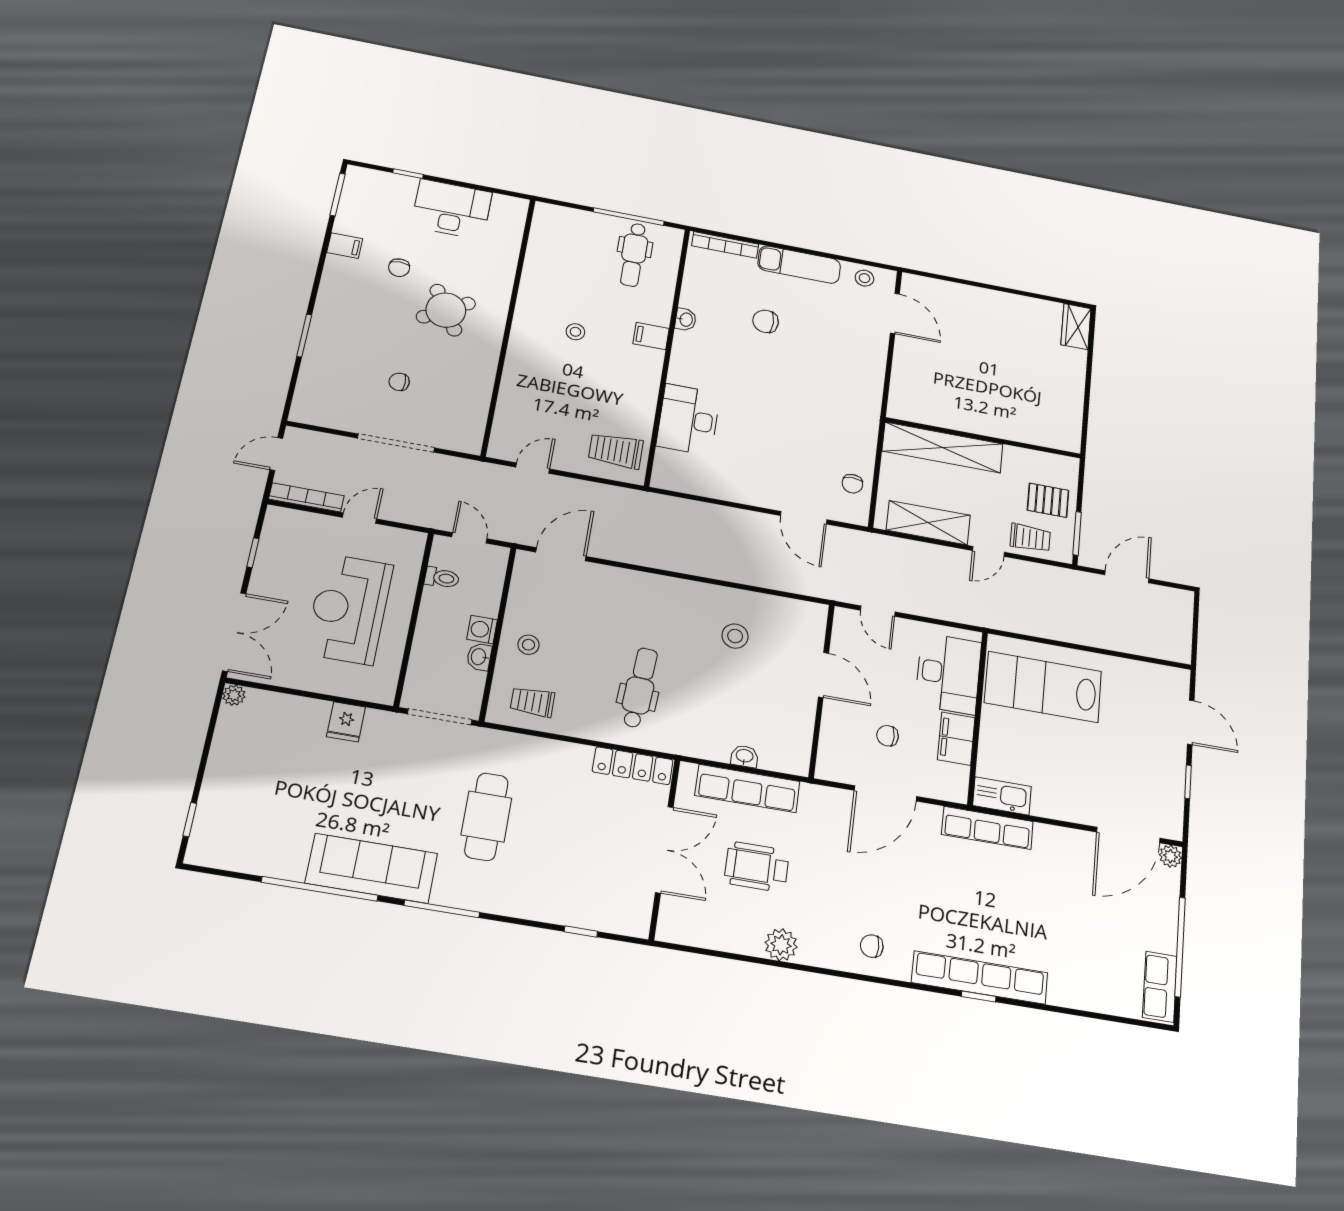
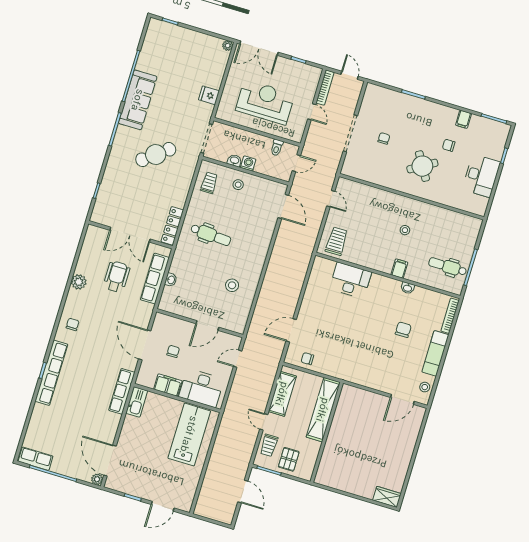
cafe table: (486, 817) -> (156, 155), turned -38

